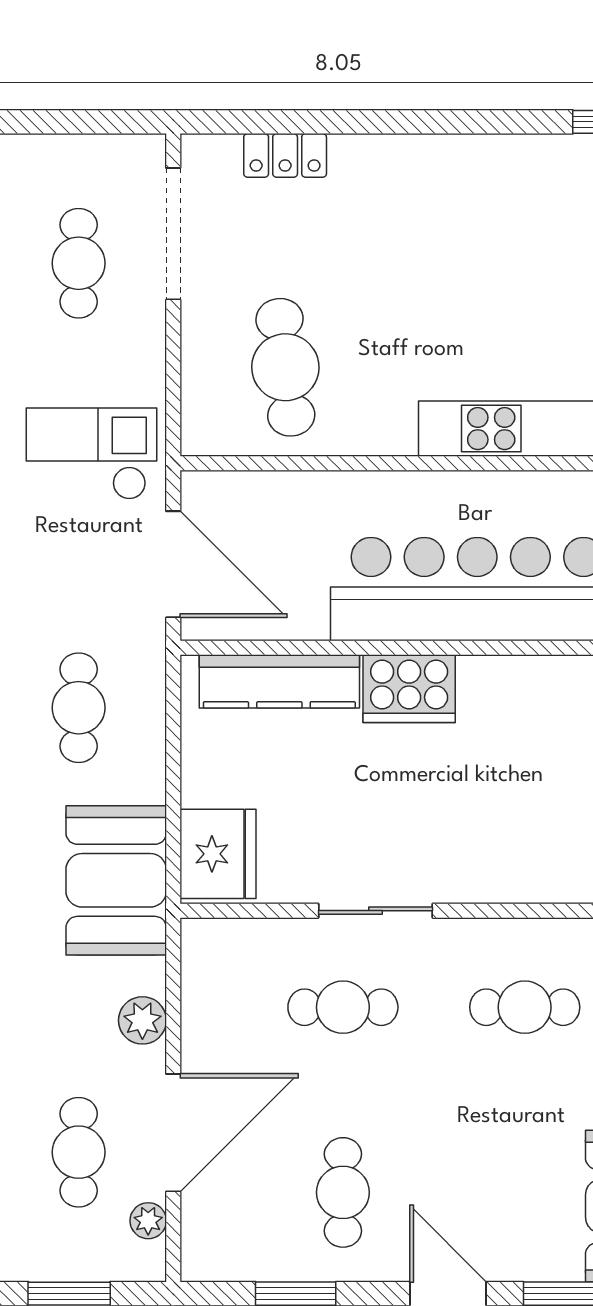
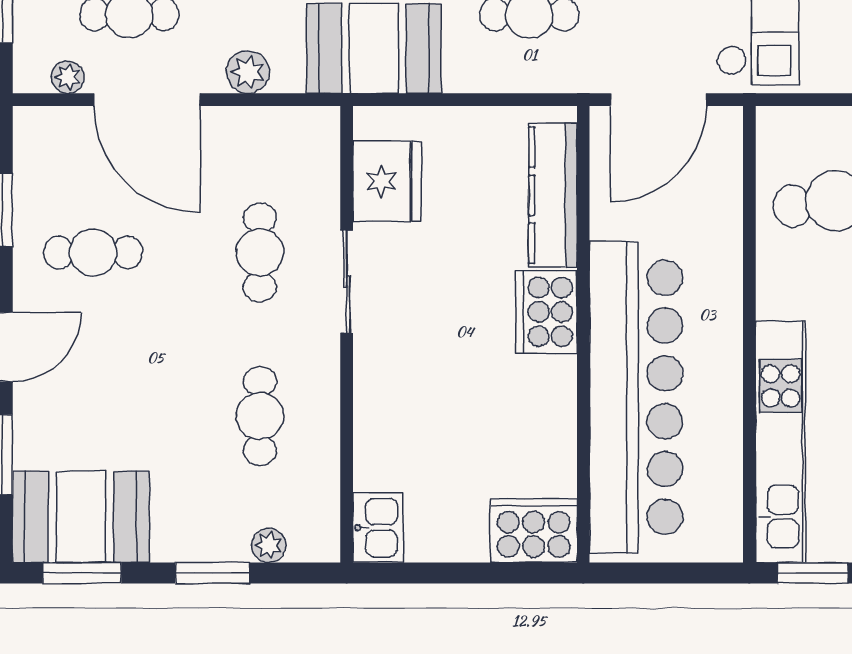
fridge: (218, 854) -> (387, 181), moved, turned -90

